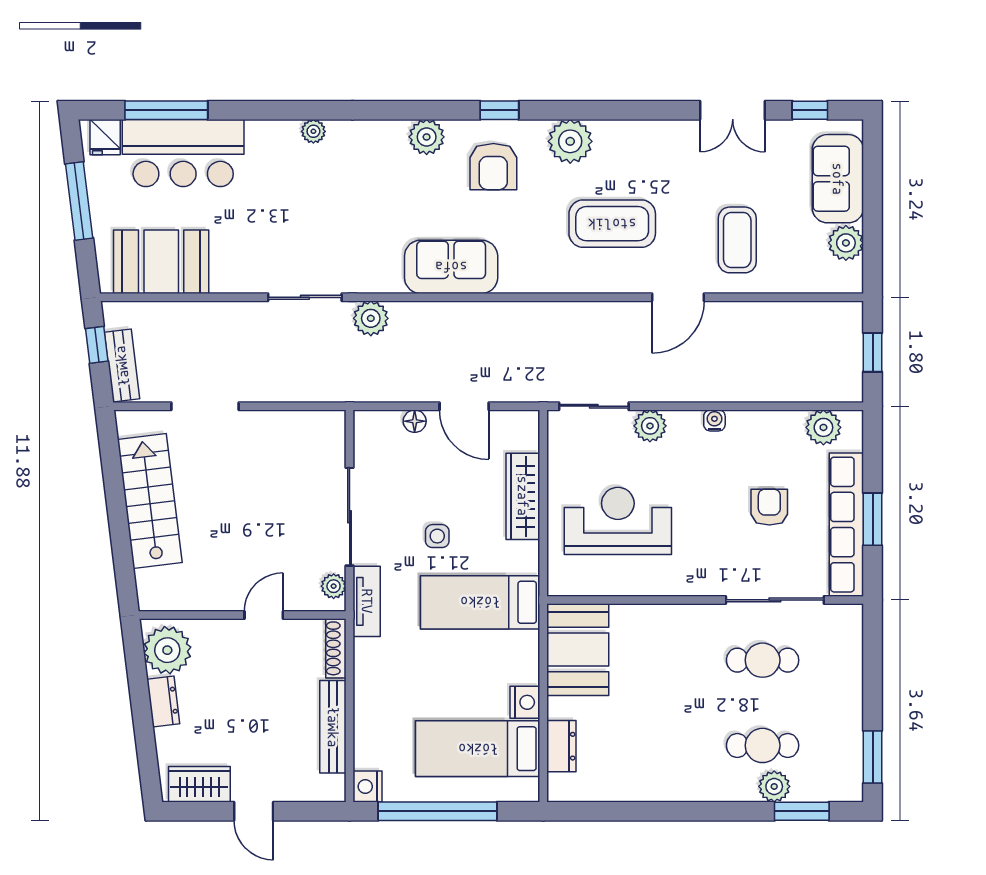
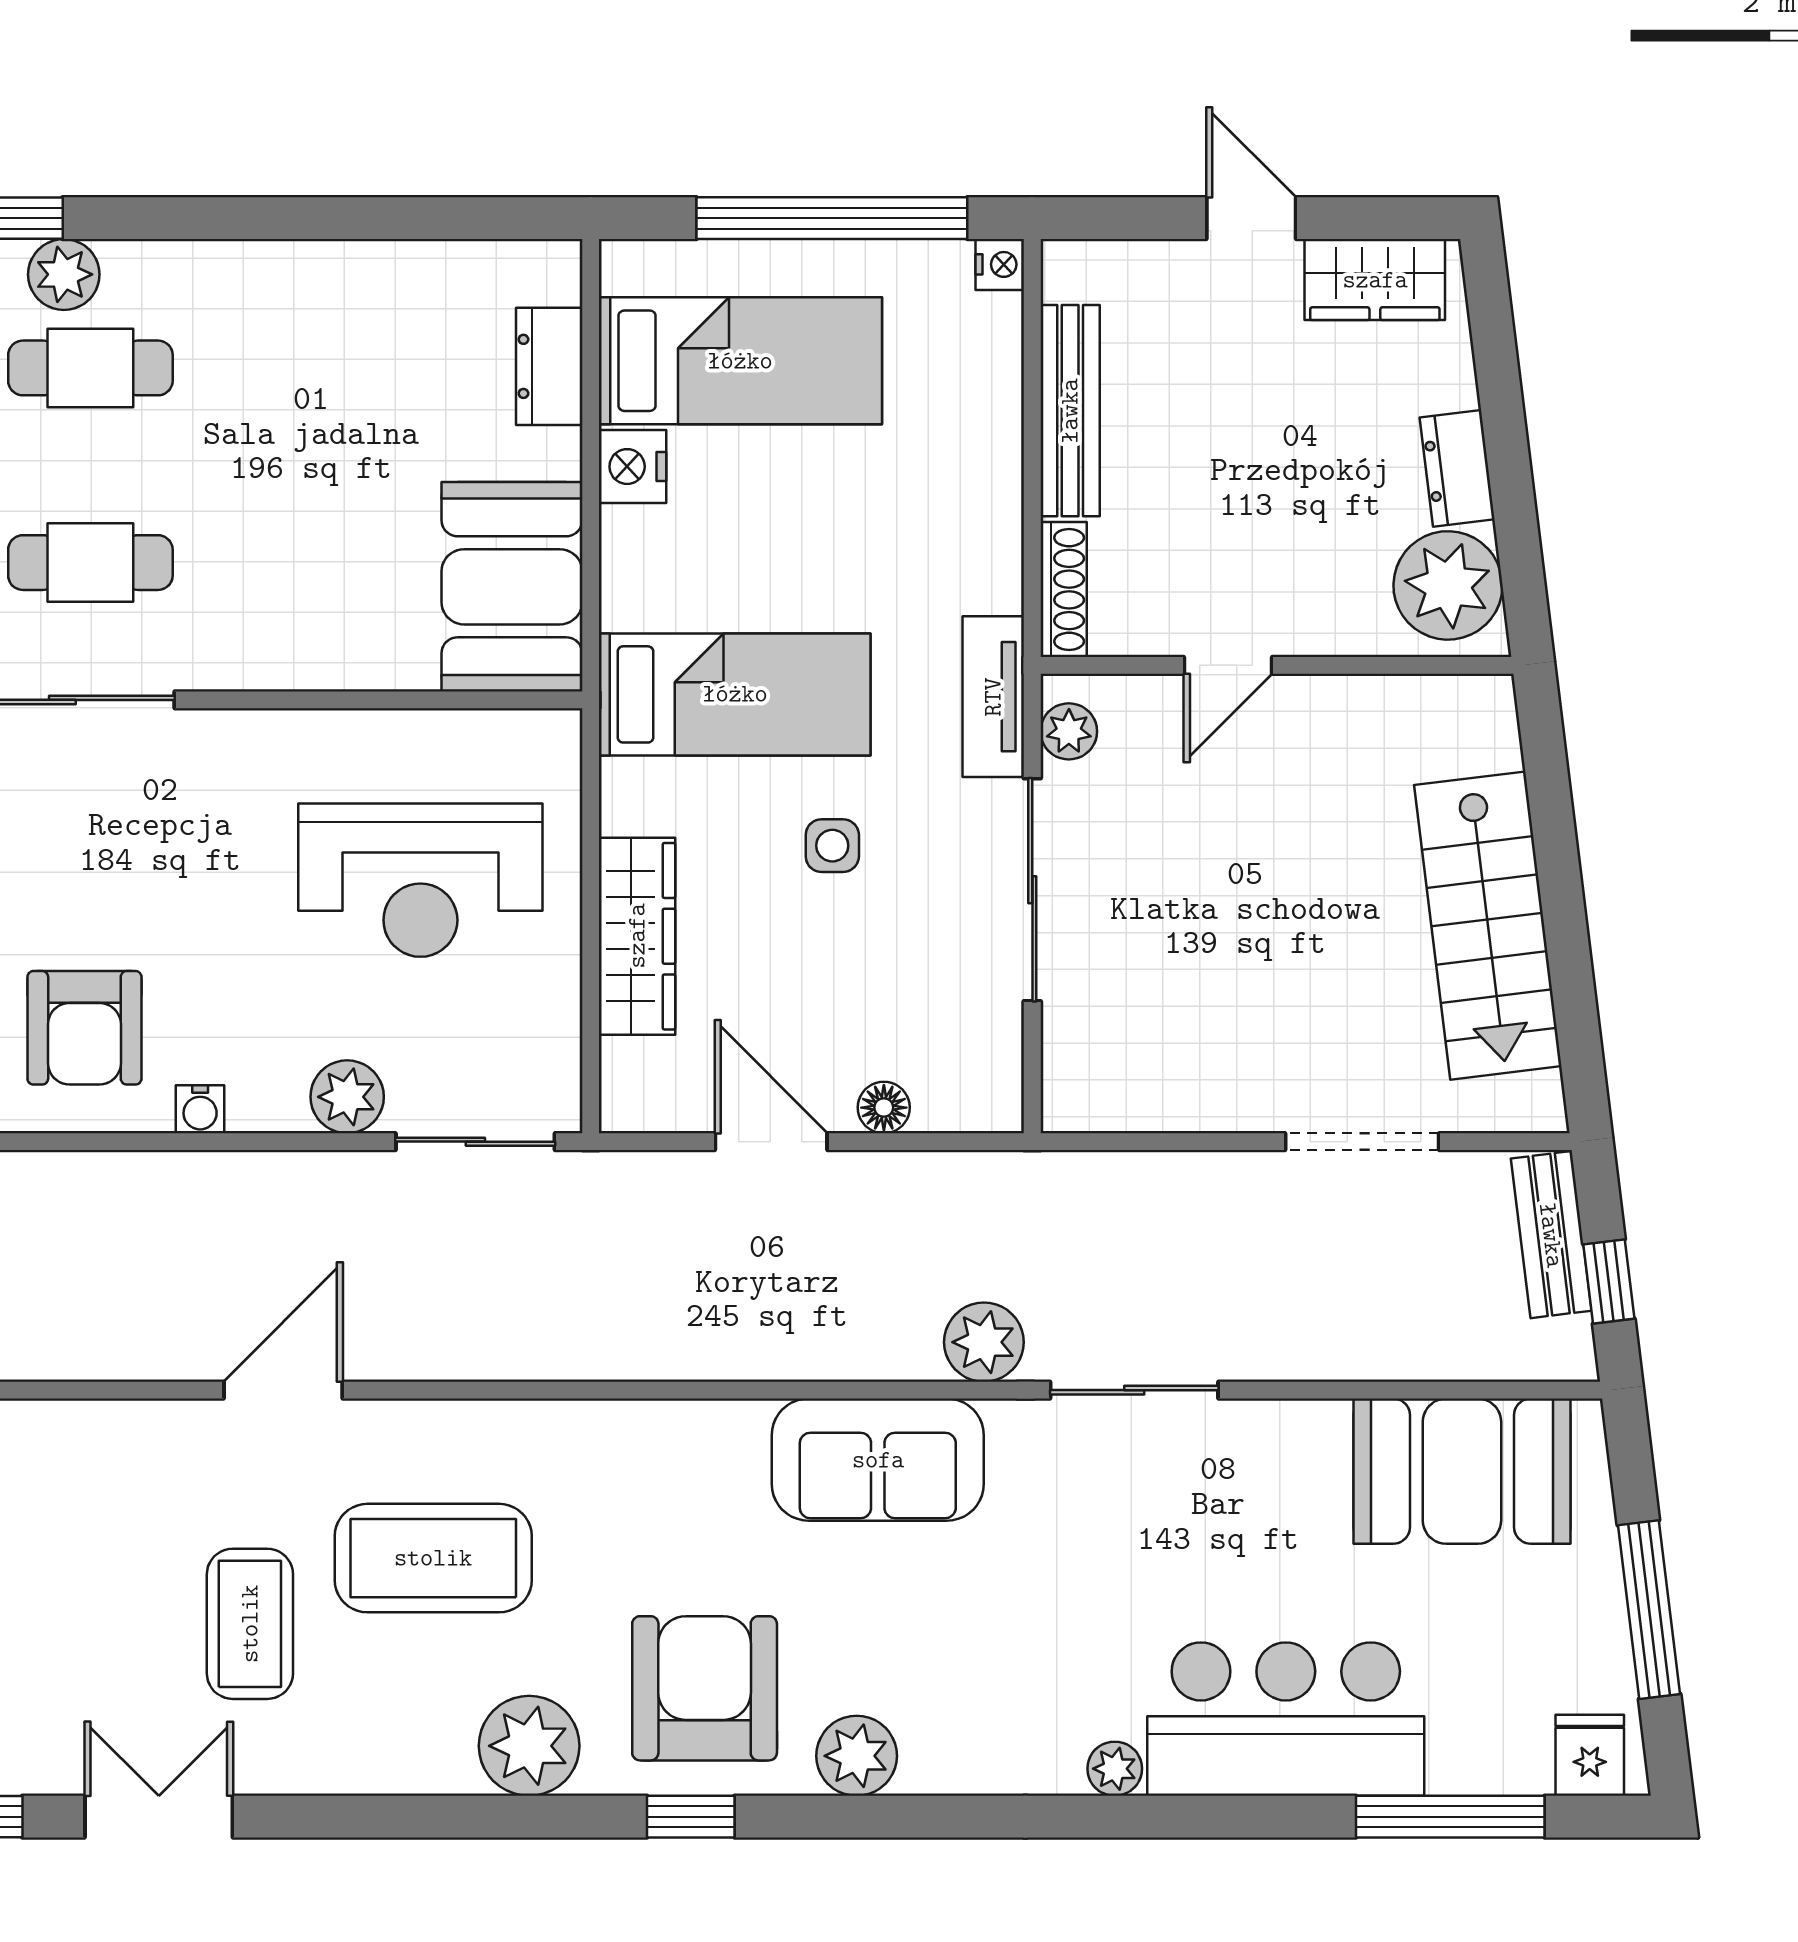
bar counter: (183, 153) -> (1286, 1719), moved
armchair: (493, 167) -> (705, 1688), width x1.36, depth x1.36
coffee table: (737, 240) -> (250, 1624), moved
sofa: (451, 267) -> (878, 1460), moved
armchair: (769, 507) -> (84, 1028), moved, width x1.38, depth x1.38
nightstand: (368, 787) -> (1000, 264), width x0.72, depth x0.74

